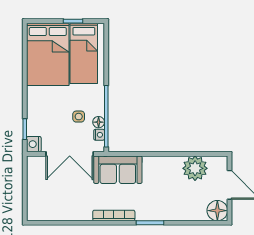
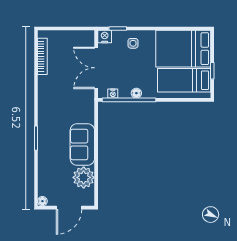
side table: (79, 117) -> (133, 43), moved
floor lamp: (99, 122) -> (136, 93), moved
sofa: (118, 170) -> (82, 144), moved
floor lamp: (217, 211) -> (42, 201), width x0.53, depth x0.53
bookcase: (114, 215) -> (42, 56), moved

